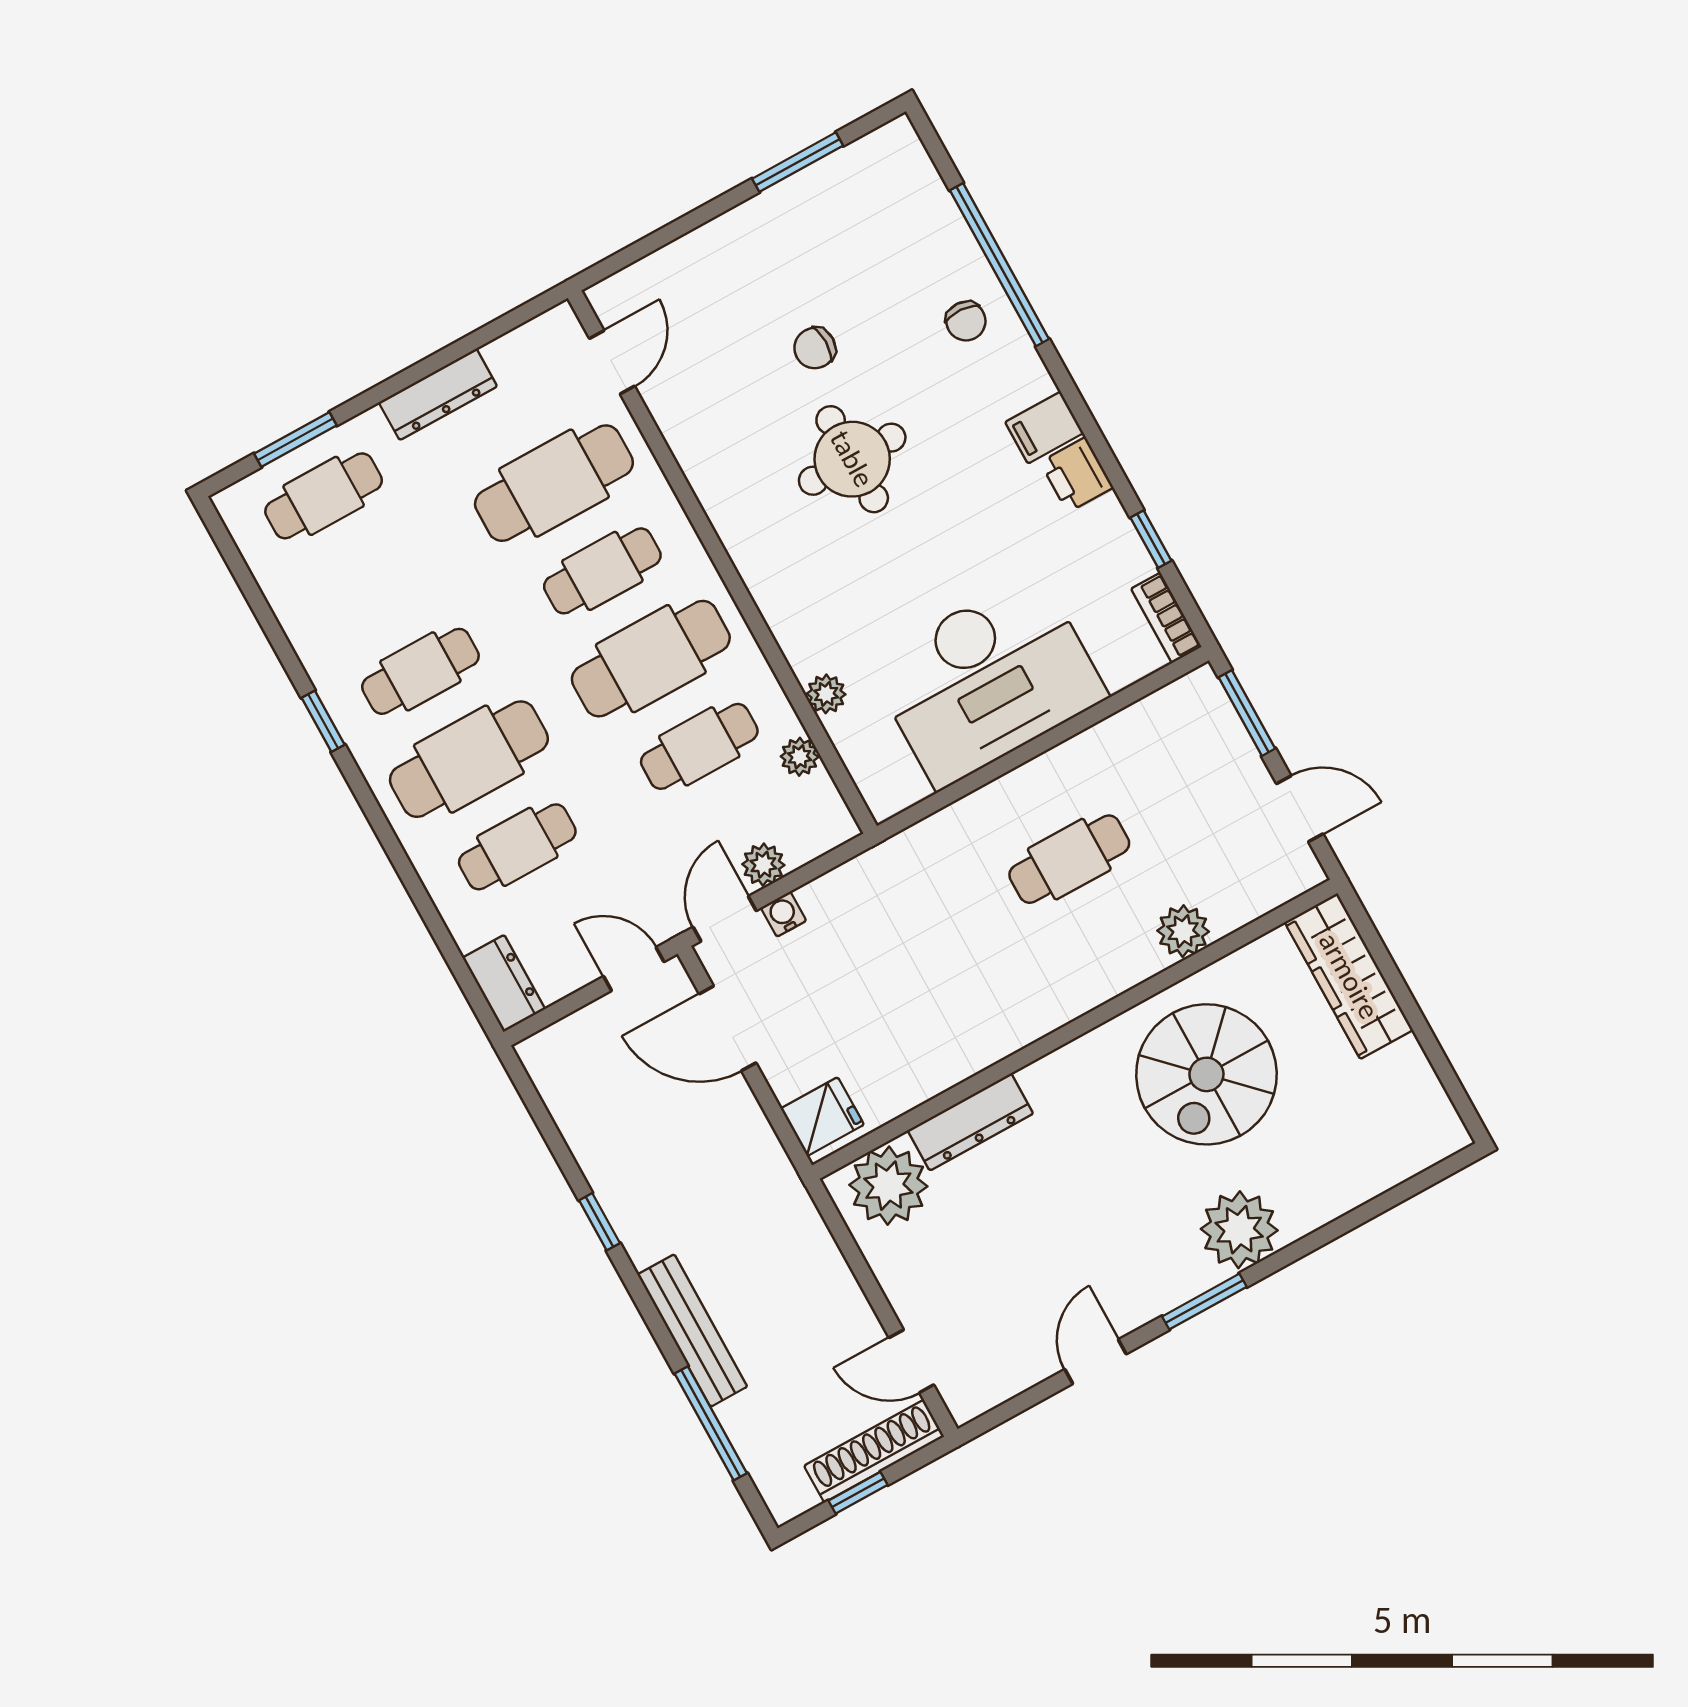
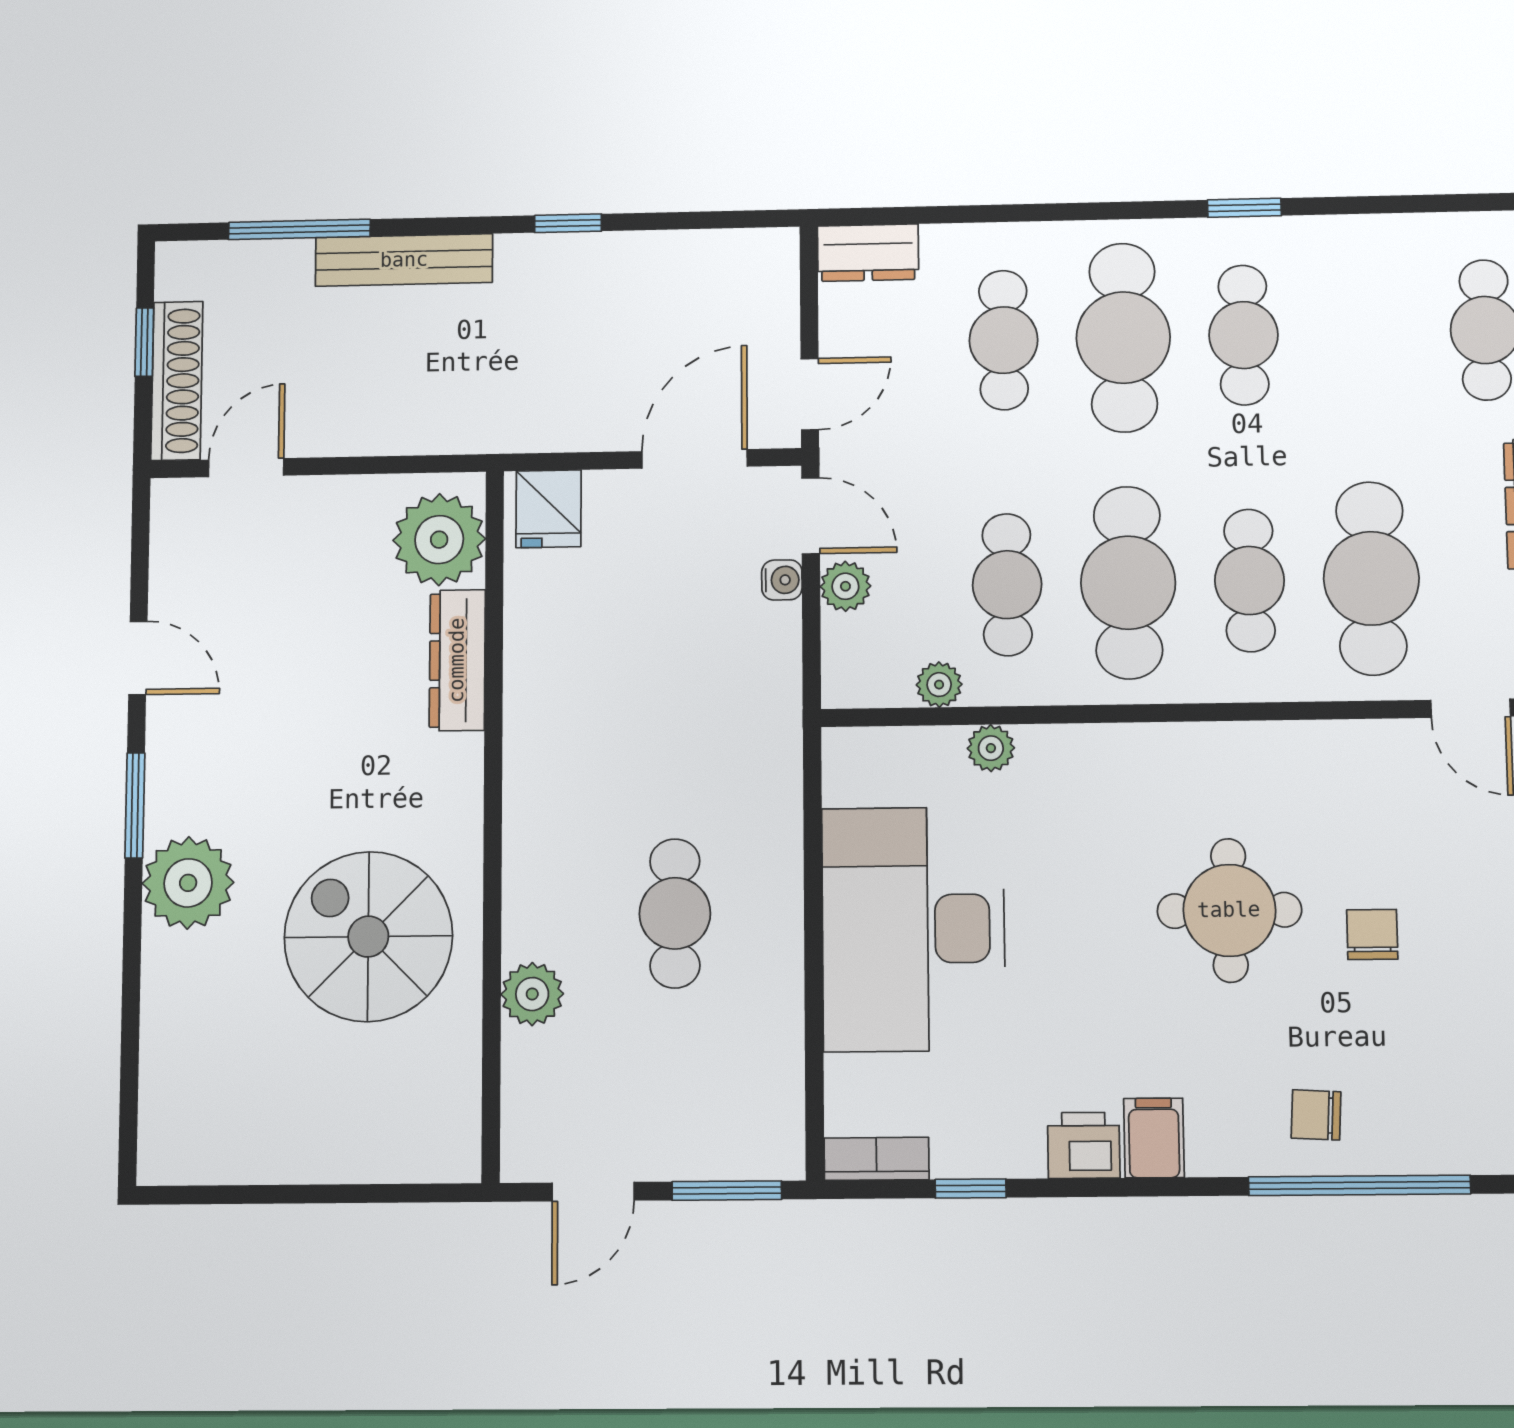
wardrobe: (1349, 976) -> (387, 1147), removed

